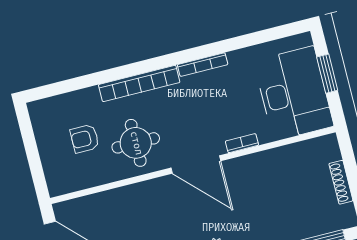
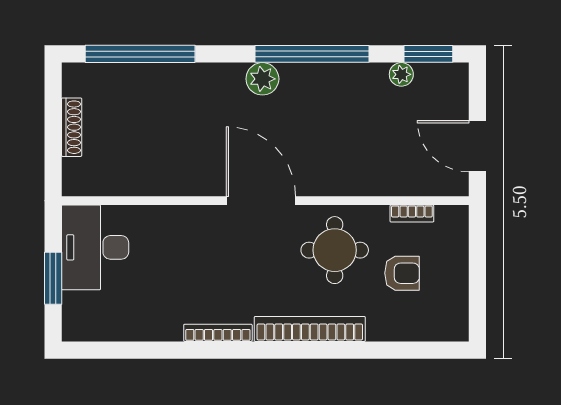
desk: (294, 93) -> (95, 247), width x0.73, depth x0.77
bookcase: (242, 143) -> (412, 214), moved

